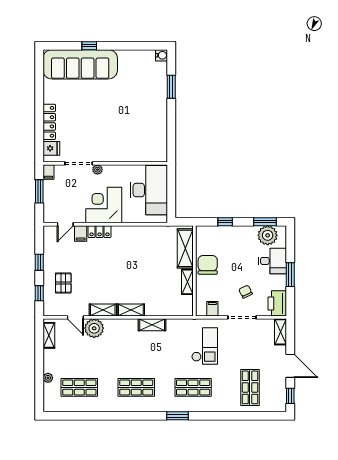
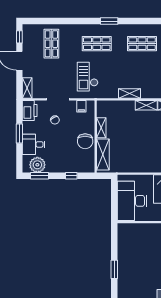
window: (171, 87) -> (114, 269), moved

